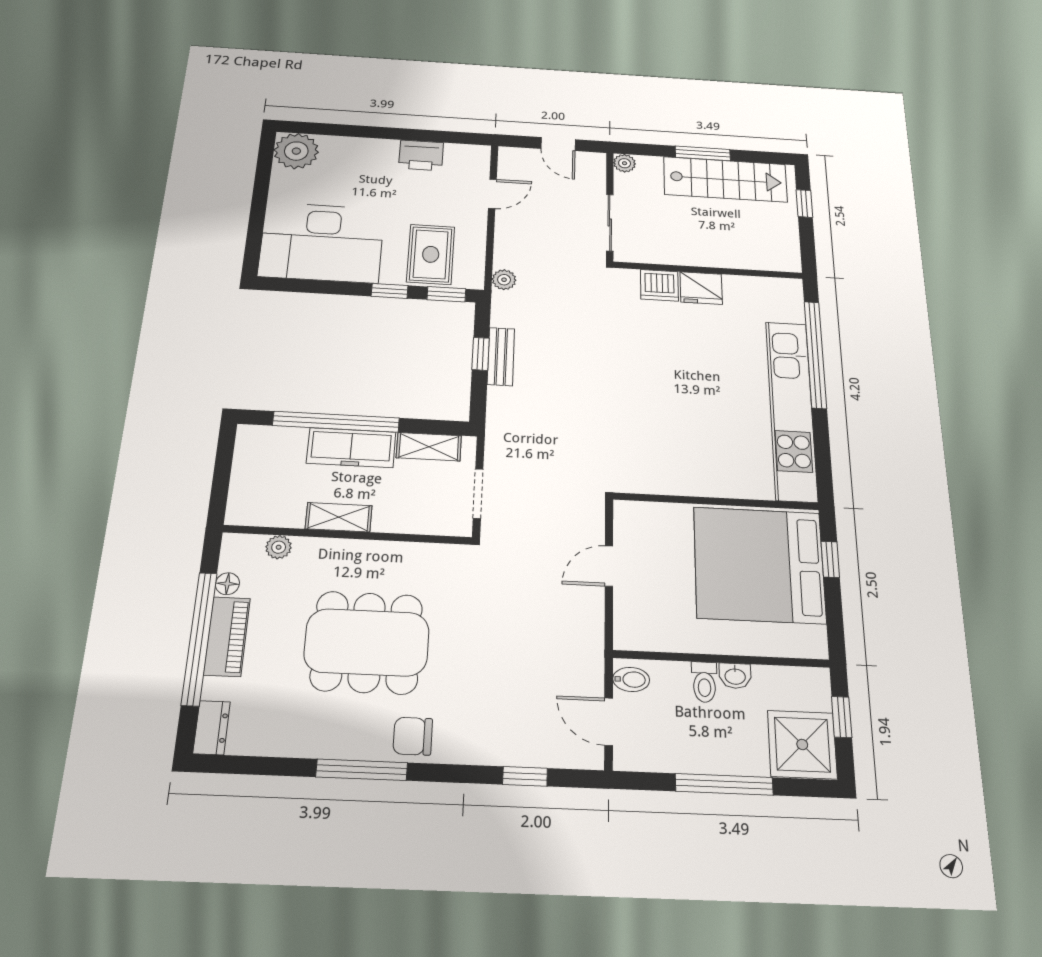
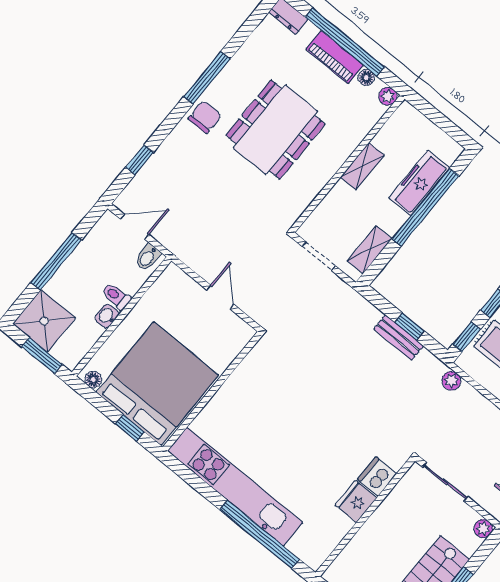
freezer: (351, 448) -> (419, 183), moved
plant: (279, 547) -> (388, 96), moved
floor lamp: (816, 638) -> (93, 380), added
window: (842, 717) -> (42, 355), width x1.50

